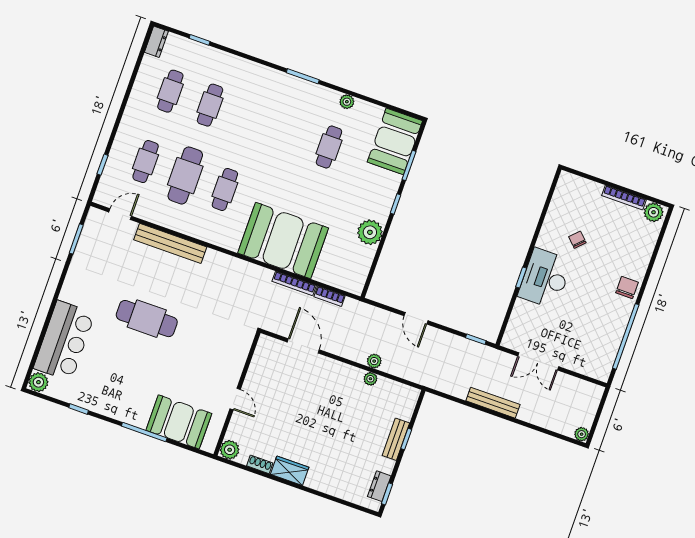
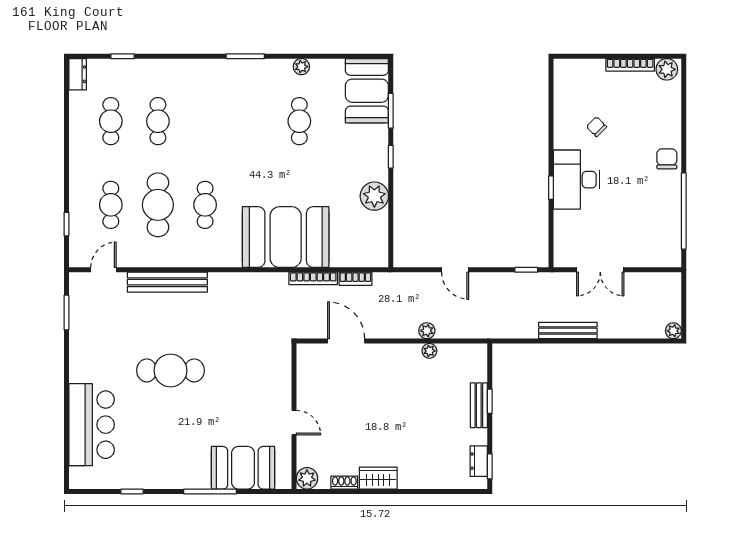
plant: (38, 382) -> (80, 478), removed

